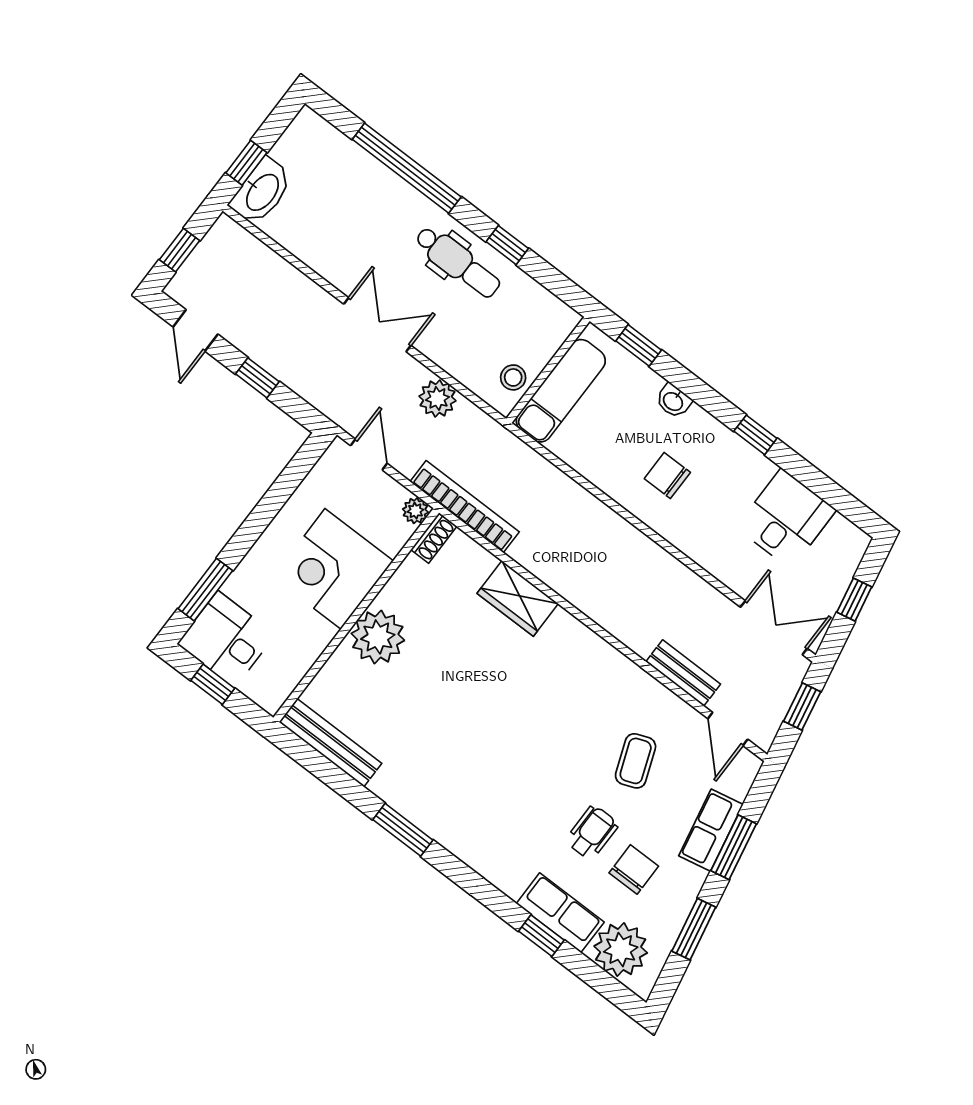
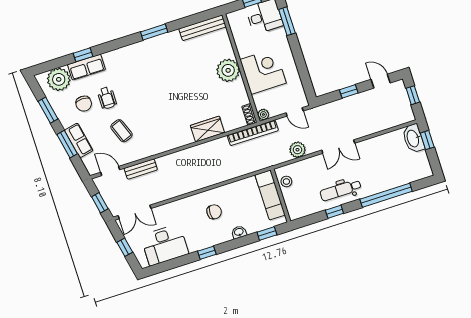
desk: (786, 519) -> (165, 245), width x1.37

